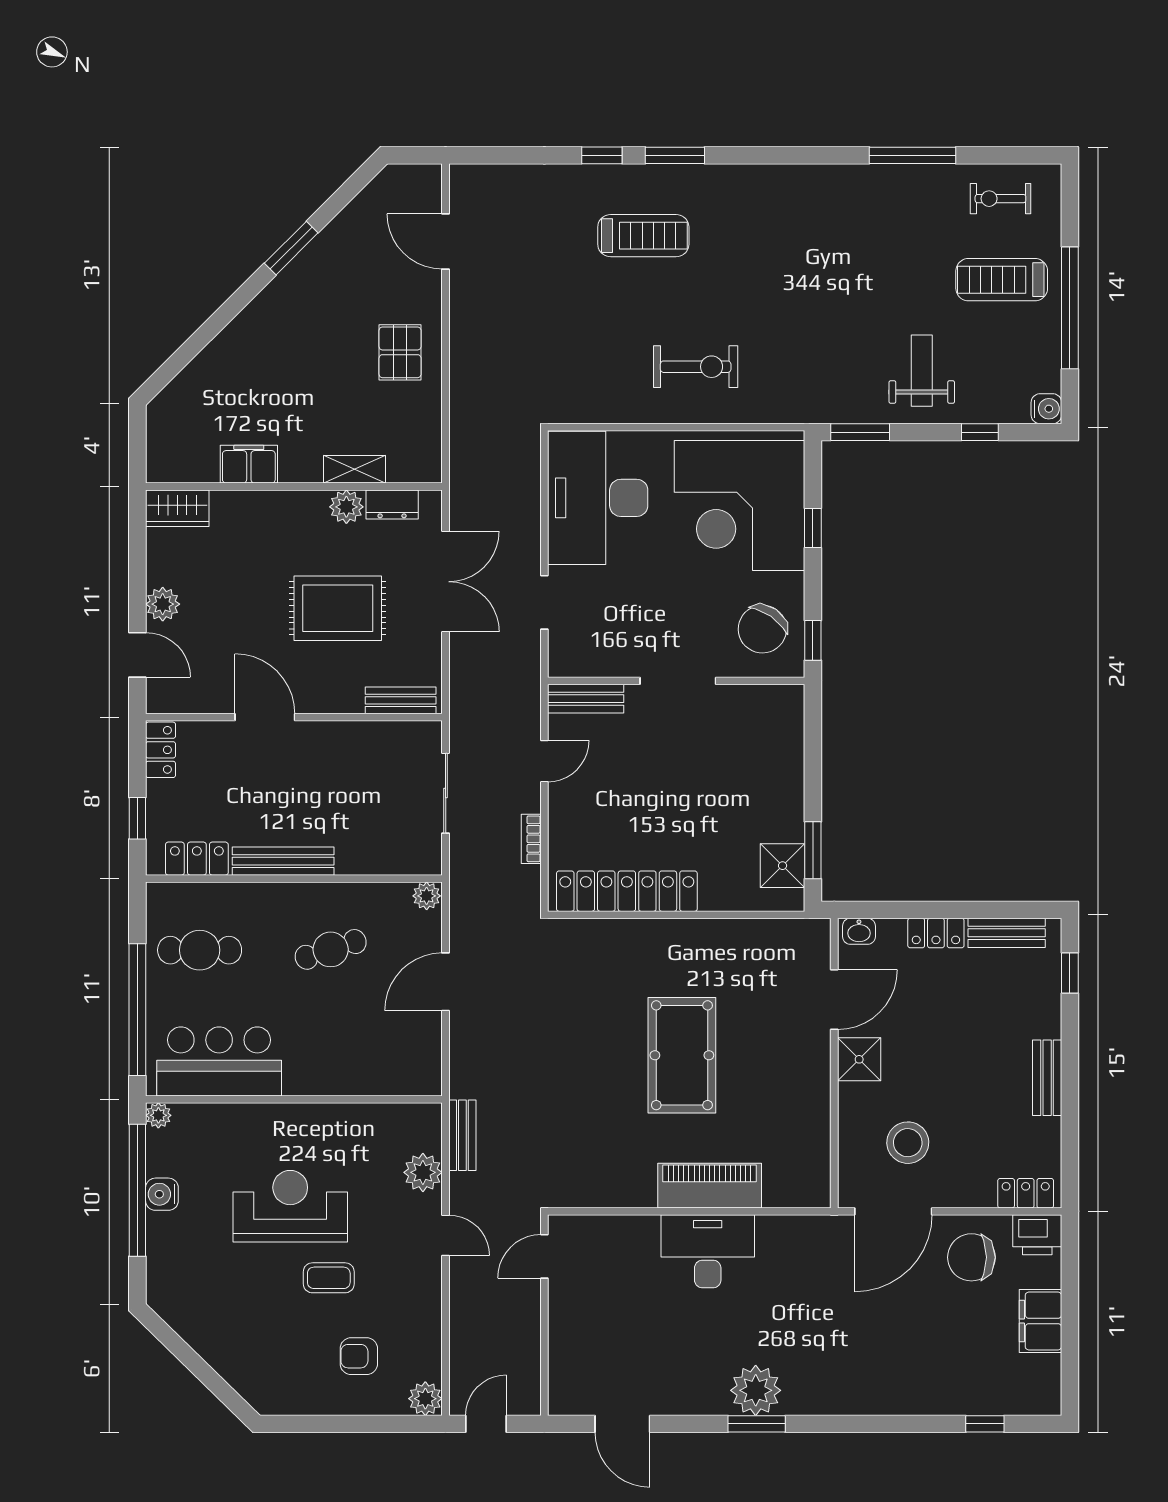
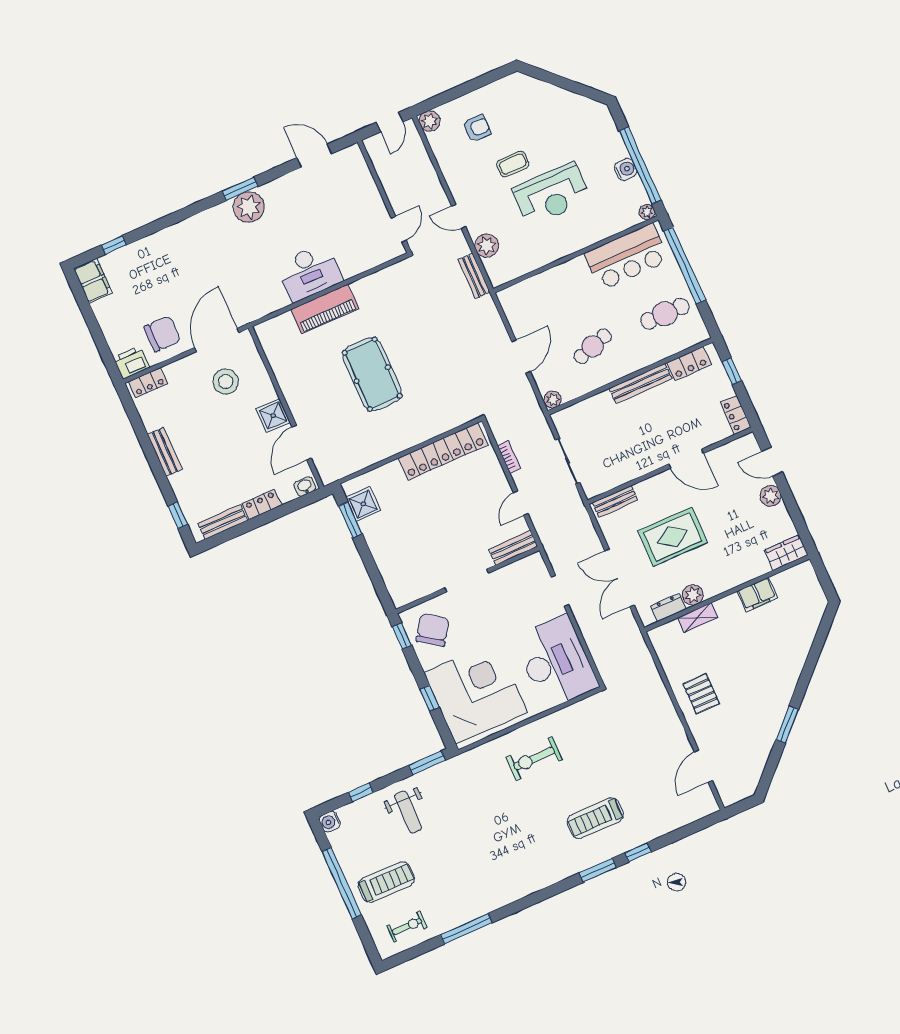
door: (446, 241) -> (703, 766), swing flipped
filing cabinet: (1040, 1321) -> (93, 281), moved

